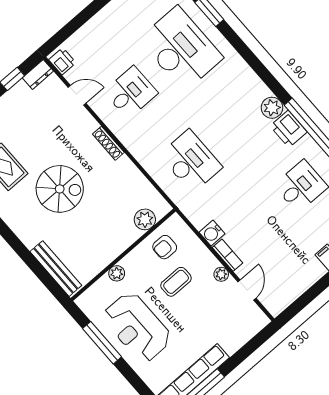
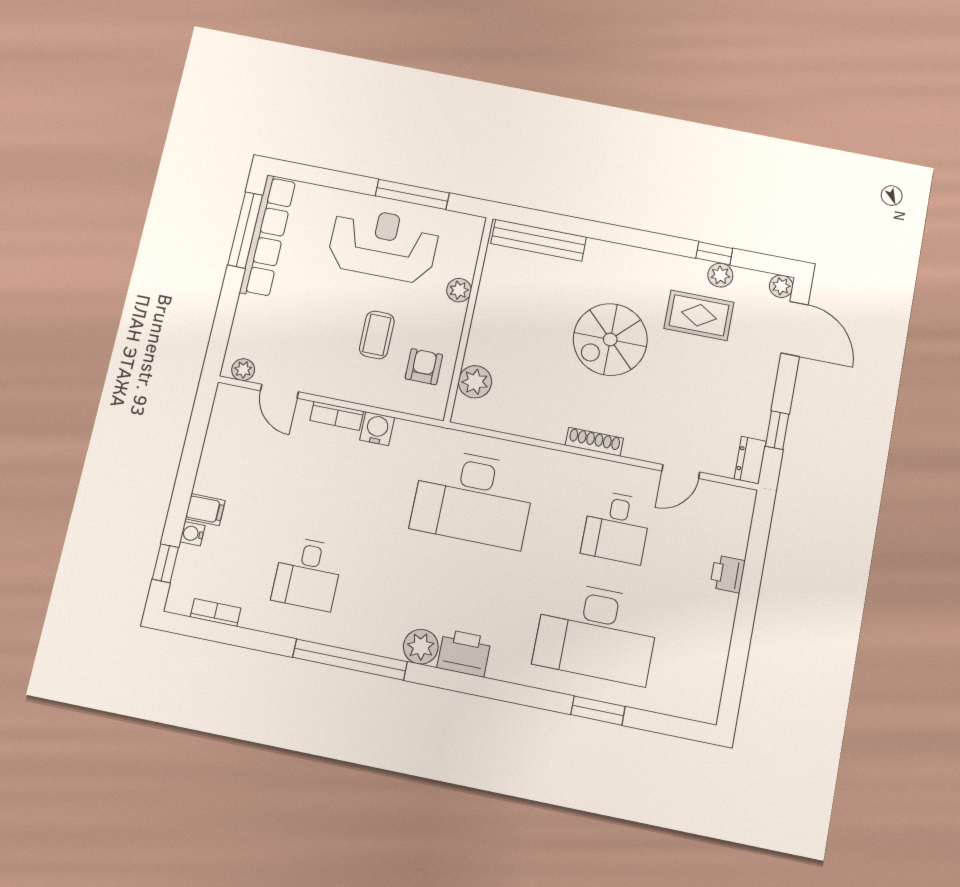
printer: (62, 61) -> (728, 574), moved, turned 90
printer: (289, 129) -> (464, 653), moved
desk: (191, 161) -> (473, 498), width x1.36, depth x1.30
plant: (221, 274) -> (243, 370), moved

